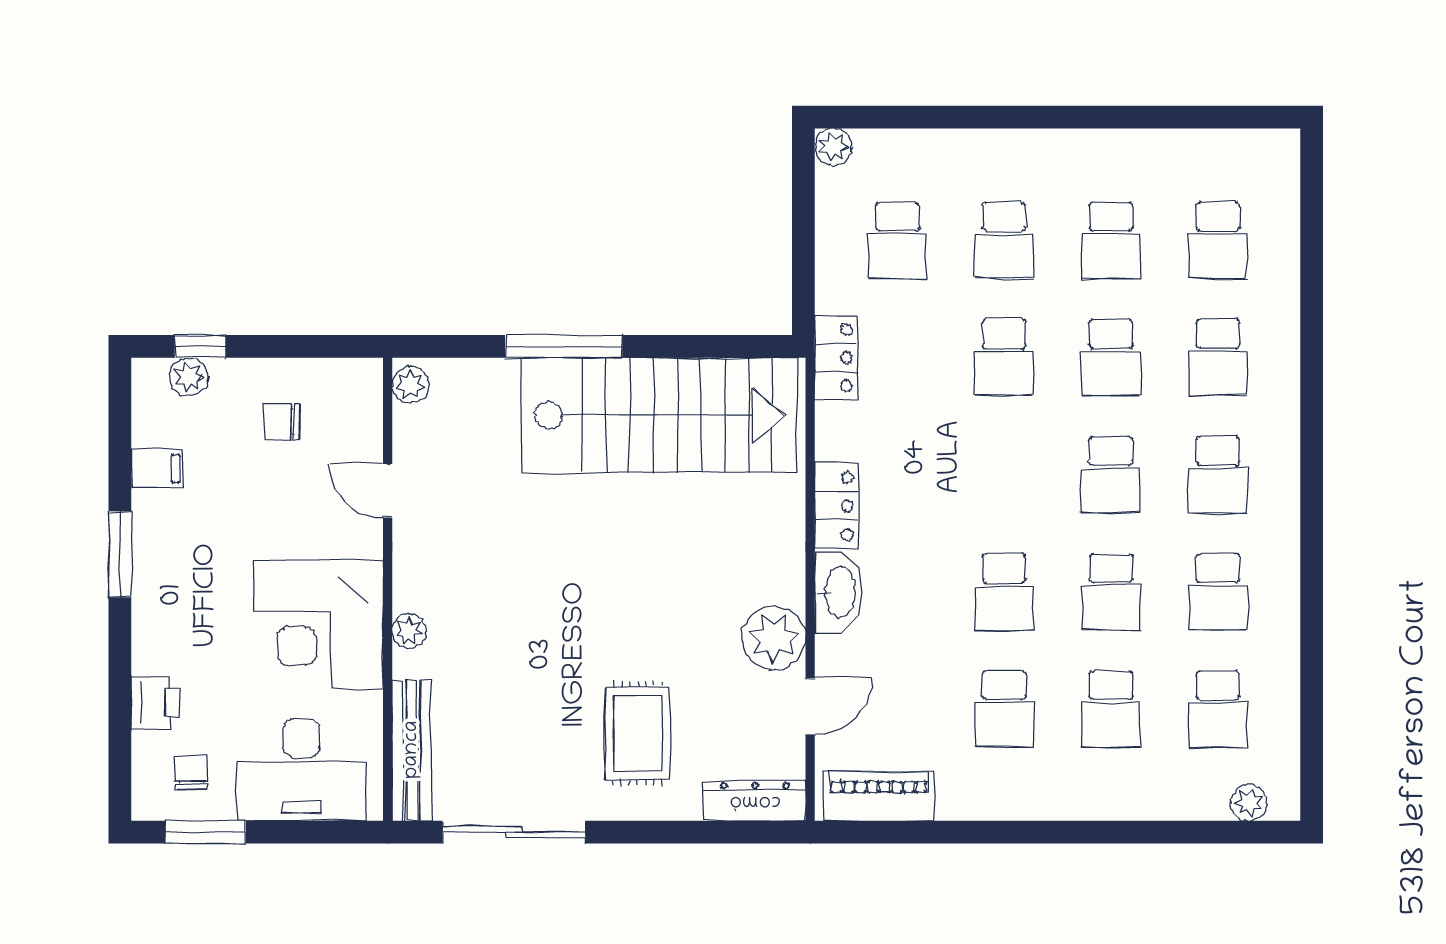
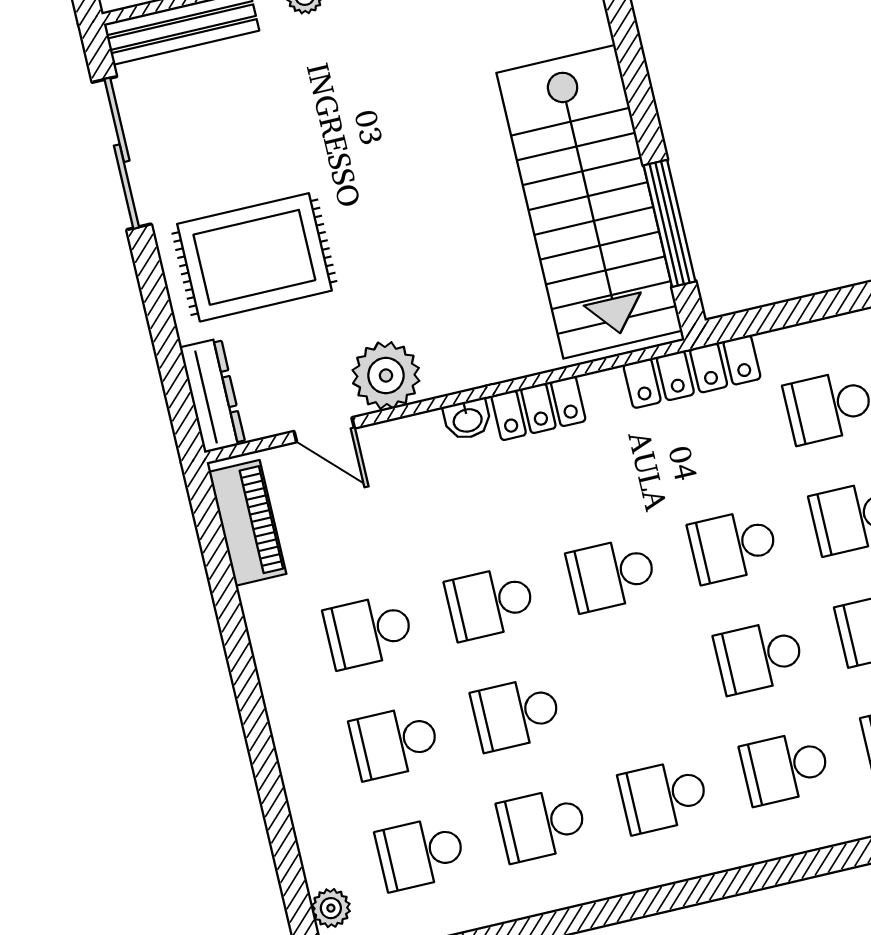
window: (564, 346) -> (670, 223), moved
locker: (836, 358) -> (692, 372), width x1.53
school desk: (1111, 475) -> (612, 574), moved
washbasin: (839, 592) -> (467, 419), width x0.52, depth x0.69
rug: (638, 733) -> (254, 257), width x1.36, depth x1.43

